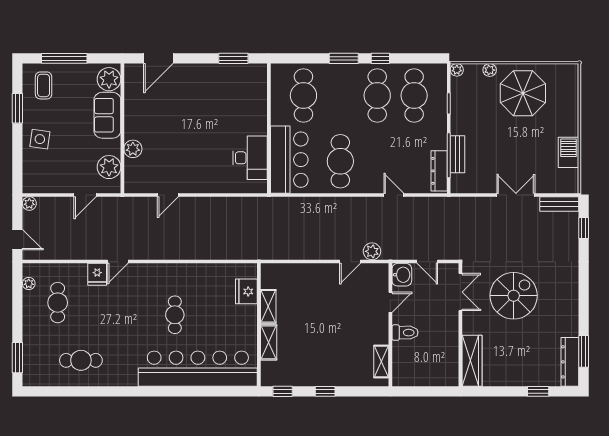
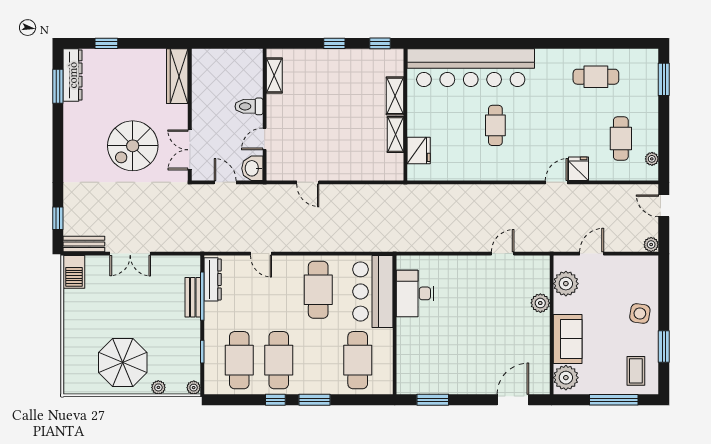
barbecue: (569, 152) -> (74, 272), moved
plant: (372, 251) -> (284, 193), removed
door: (350, 262) -> (308, 182), swing flipped

